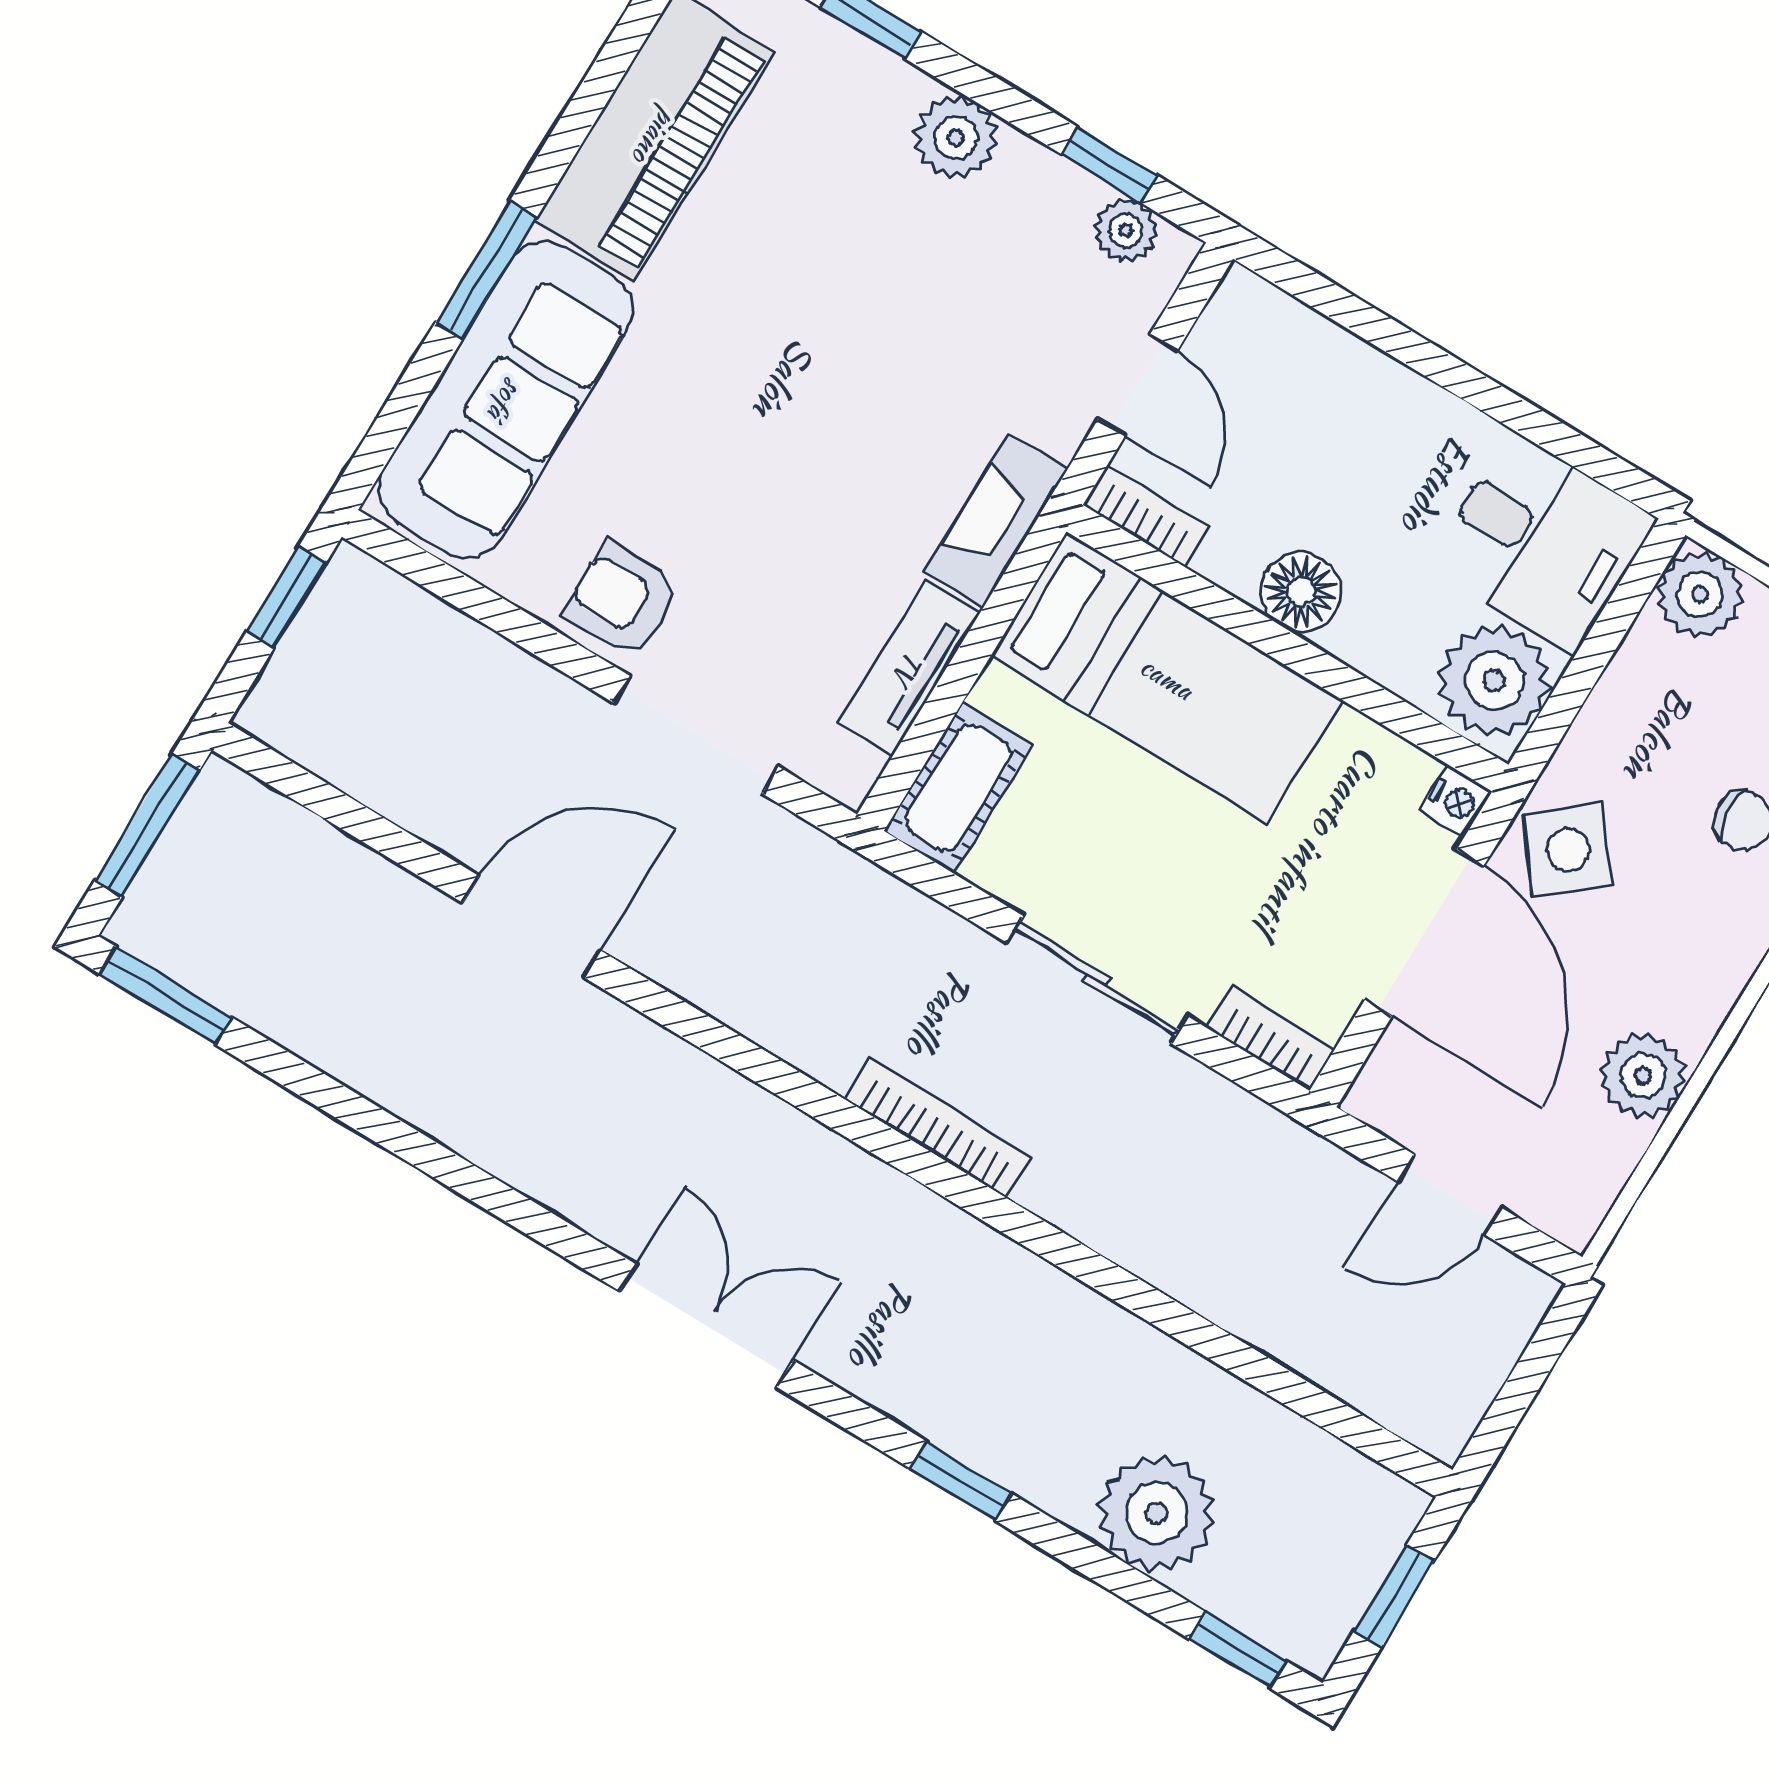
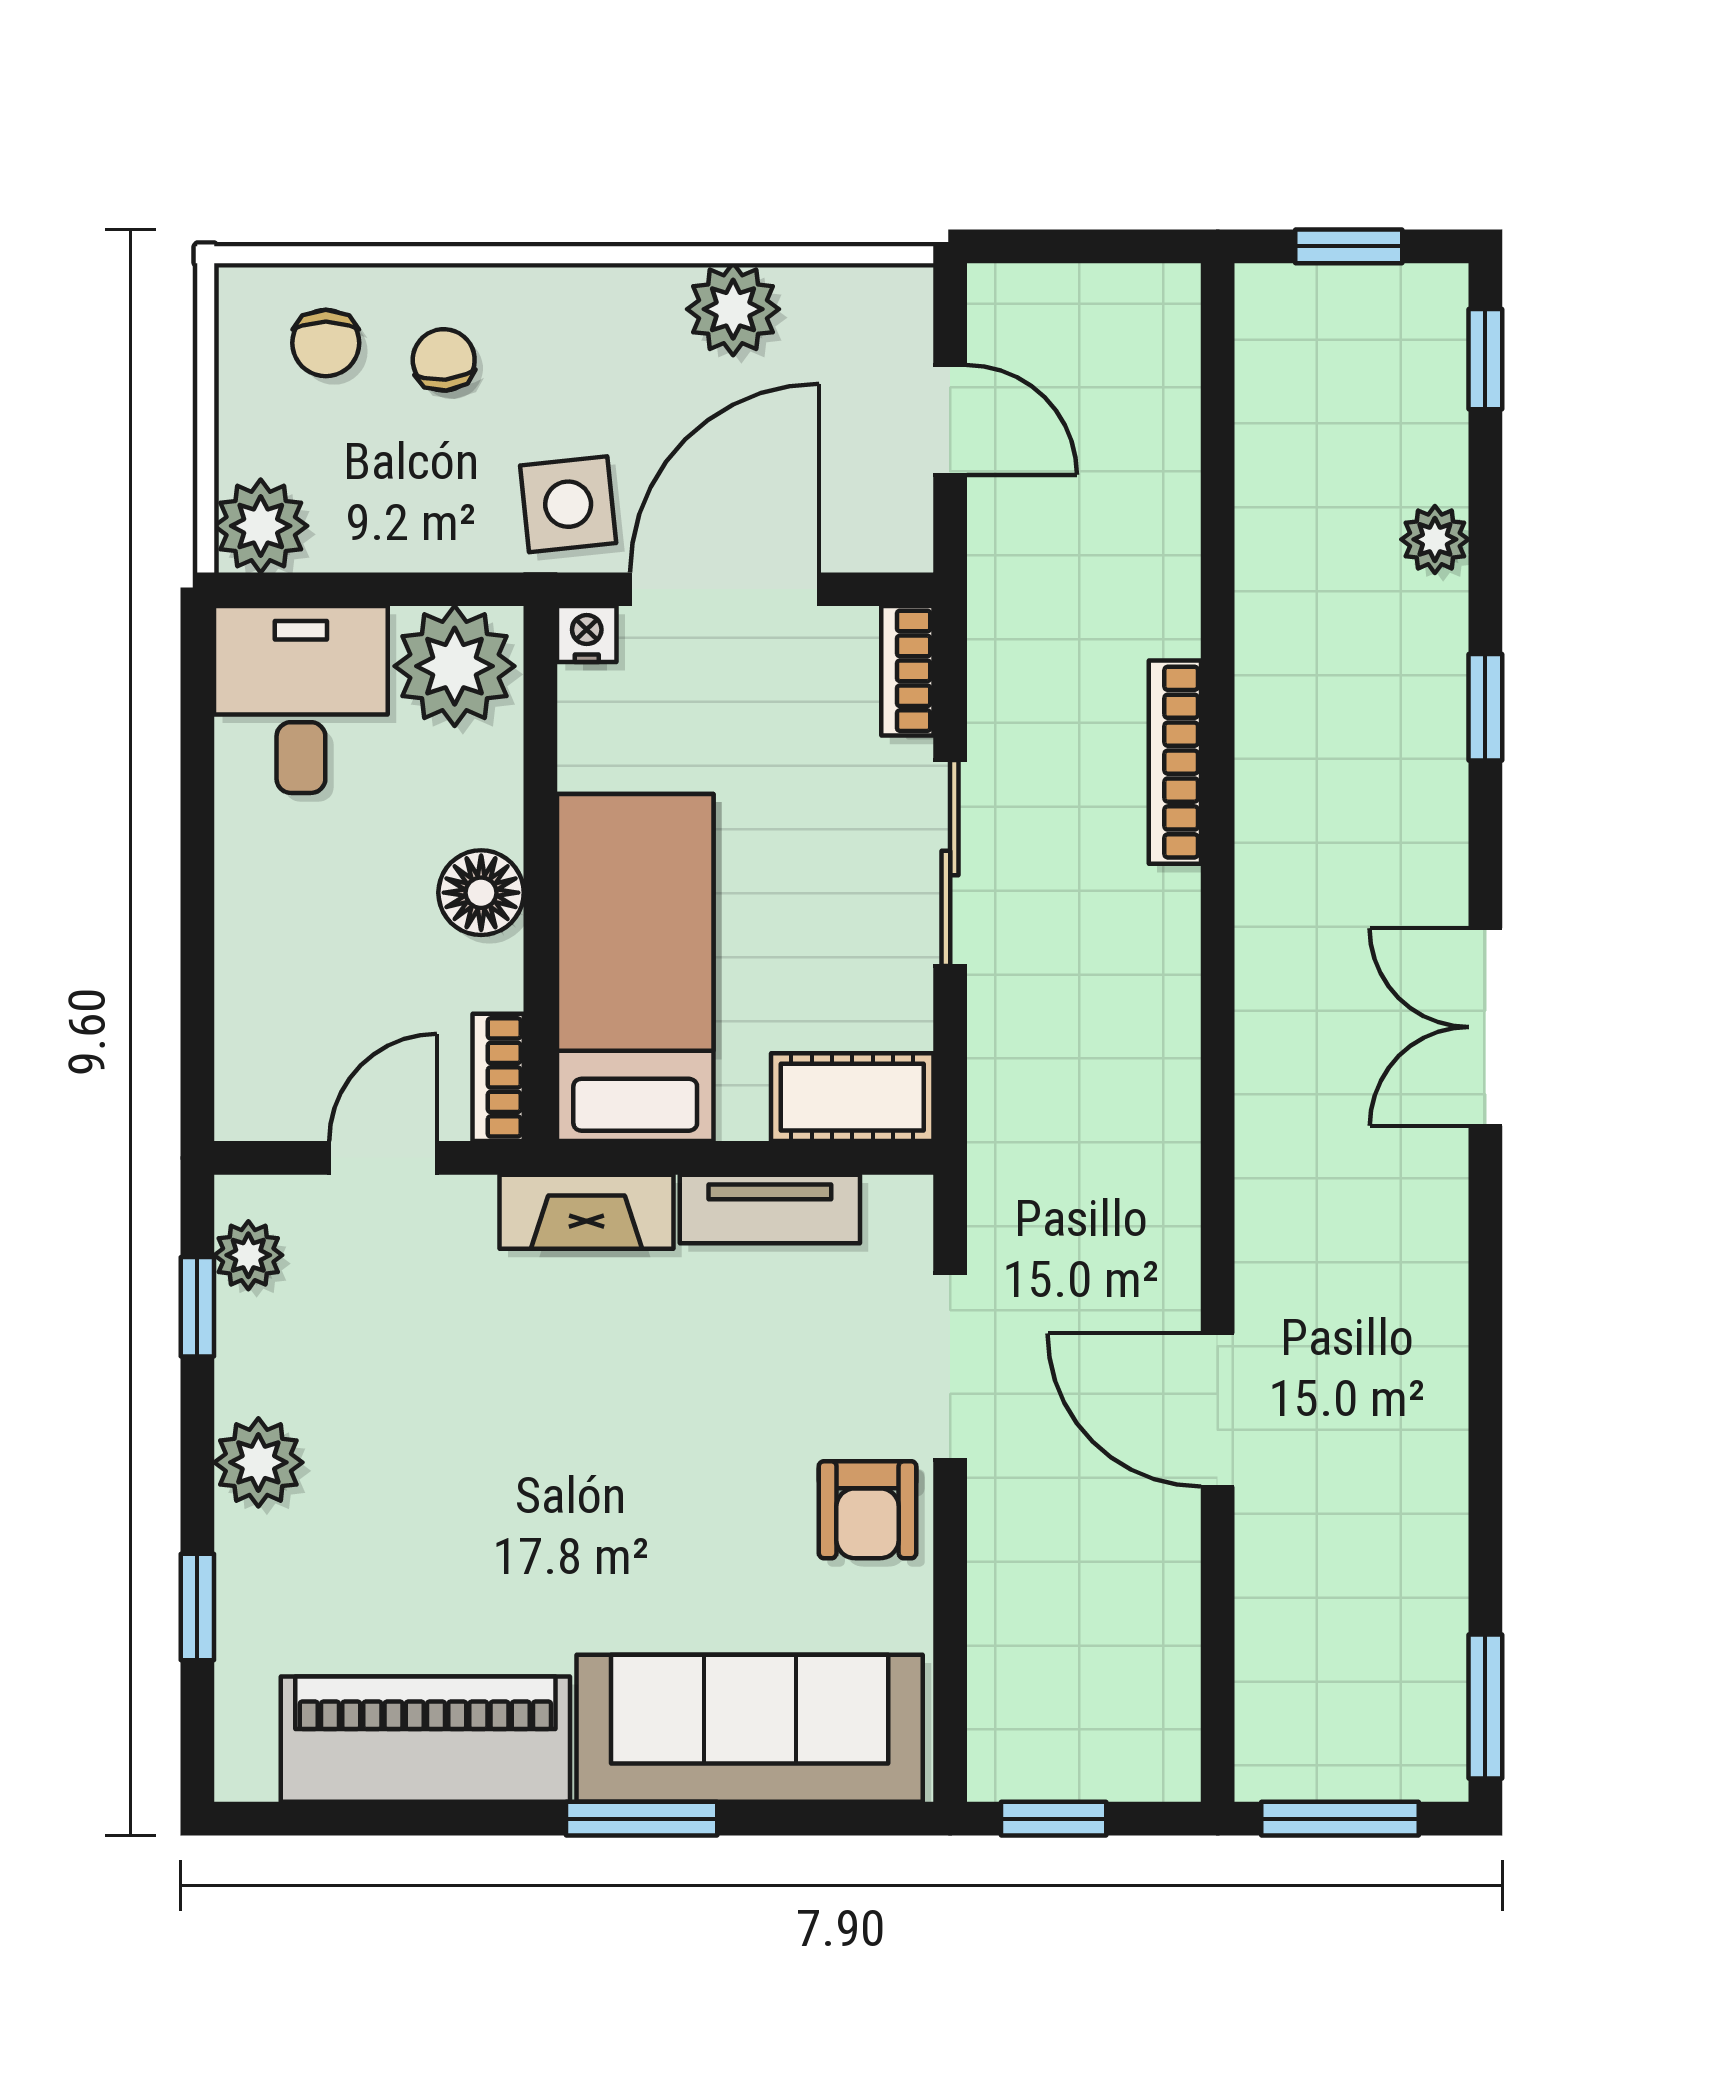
side table: (1568, 850) -> (568, 504), turned 33
bookcase: (939, 1128) -> (1175, 762), moved
plant: (1157, 1513) -> (1435, 539), width x0.53, depth x0.53

